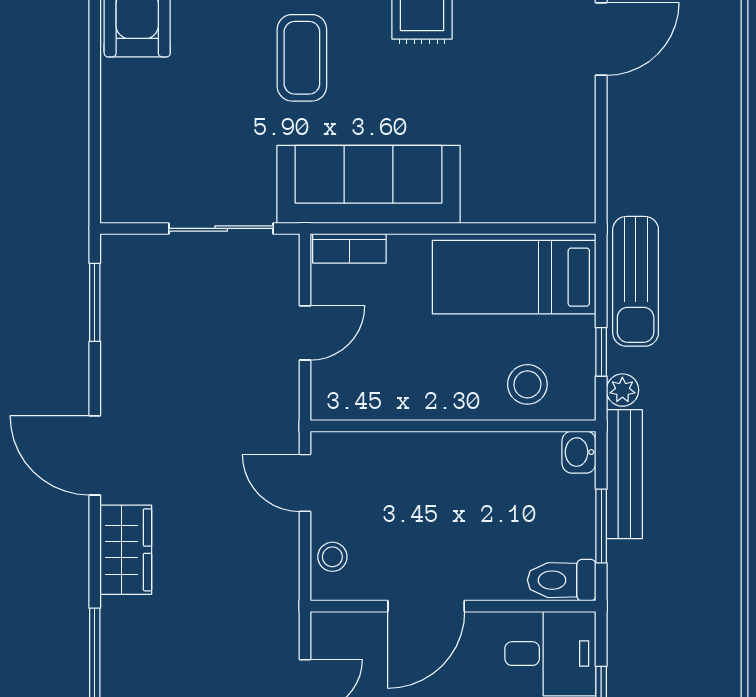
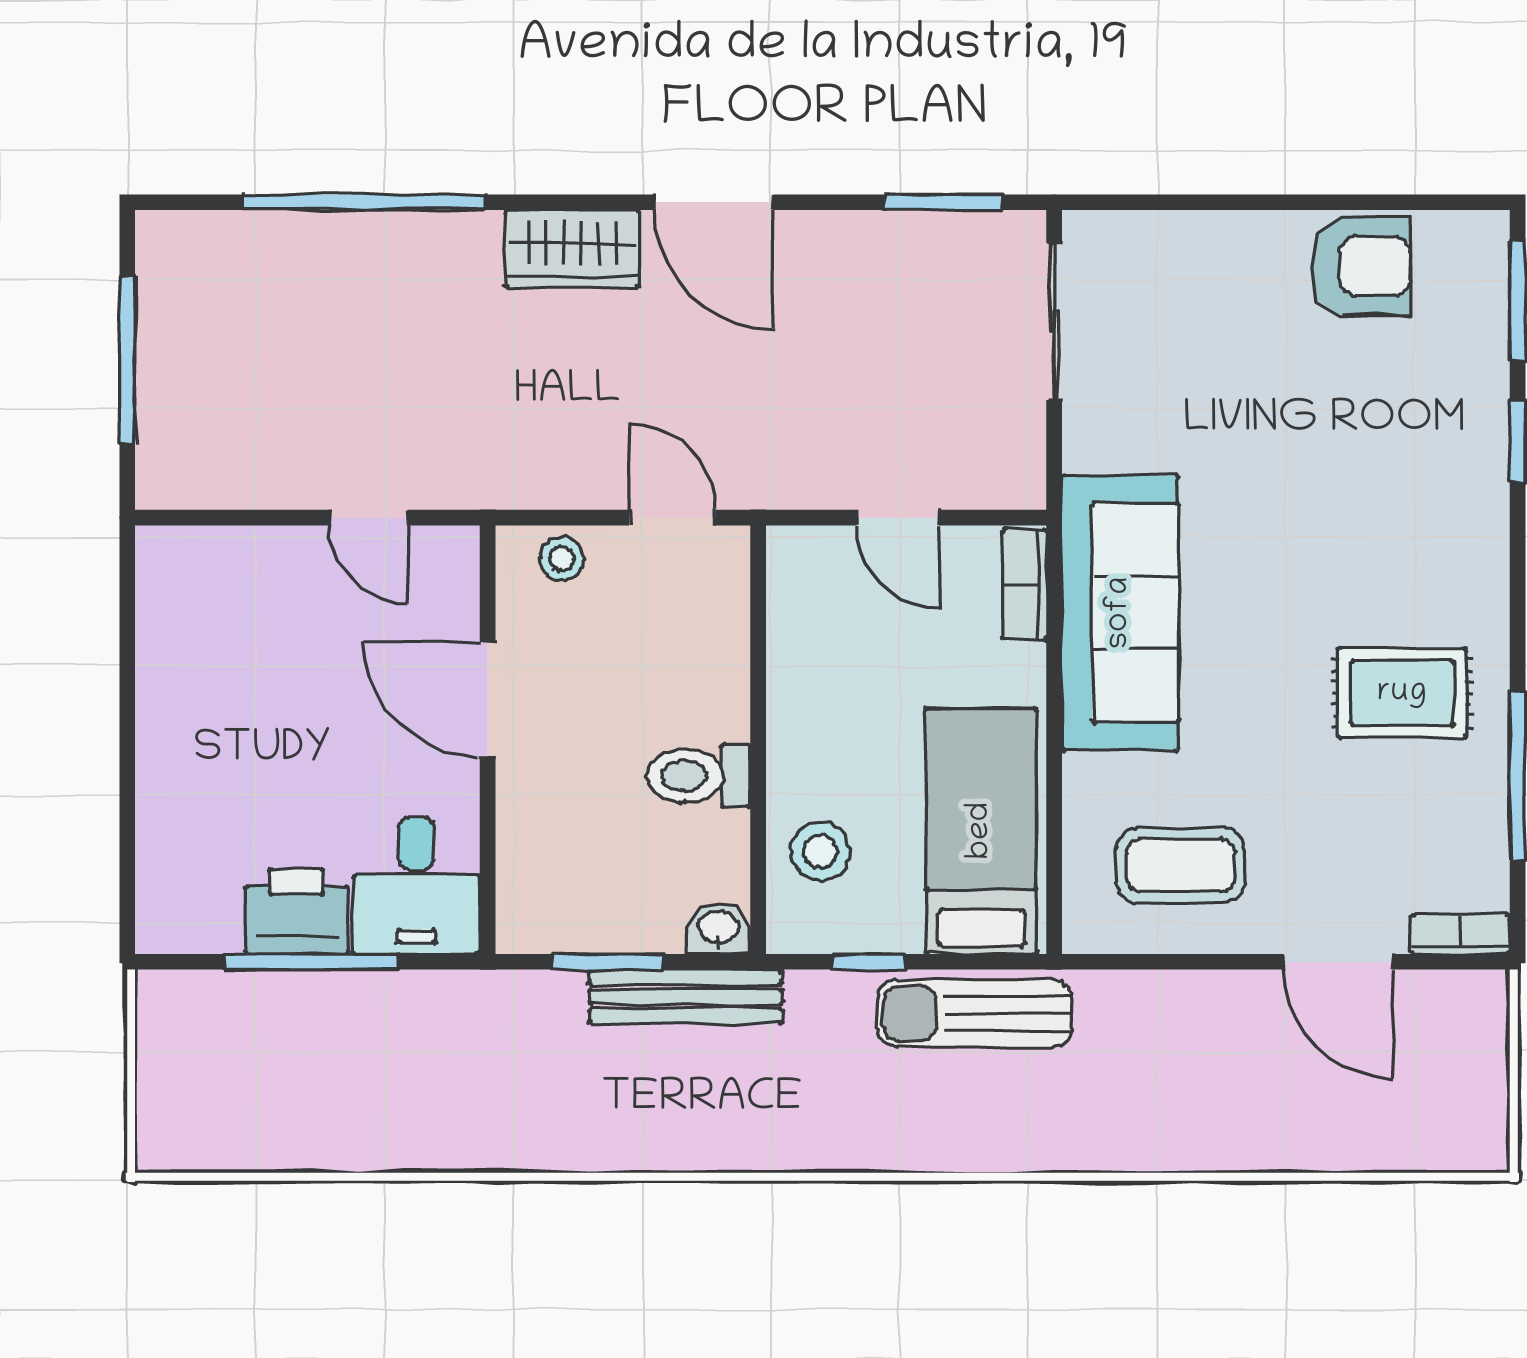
coffee table: (302, 58) -> (1180, 866), moved
sliding door: (221, 228) -> (1054, 321), moved
plant: (622, 390) -> (812, 994), removed
door: (95, 455) -> (714, 202), swing flipped
door: (305, 483) -> (672, 518), hinge flipped
toilet: (562, 580) -> (699, 776), moved, turned -90

